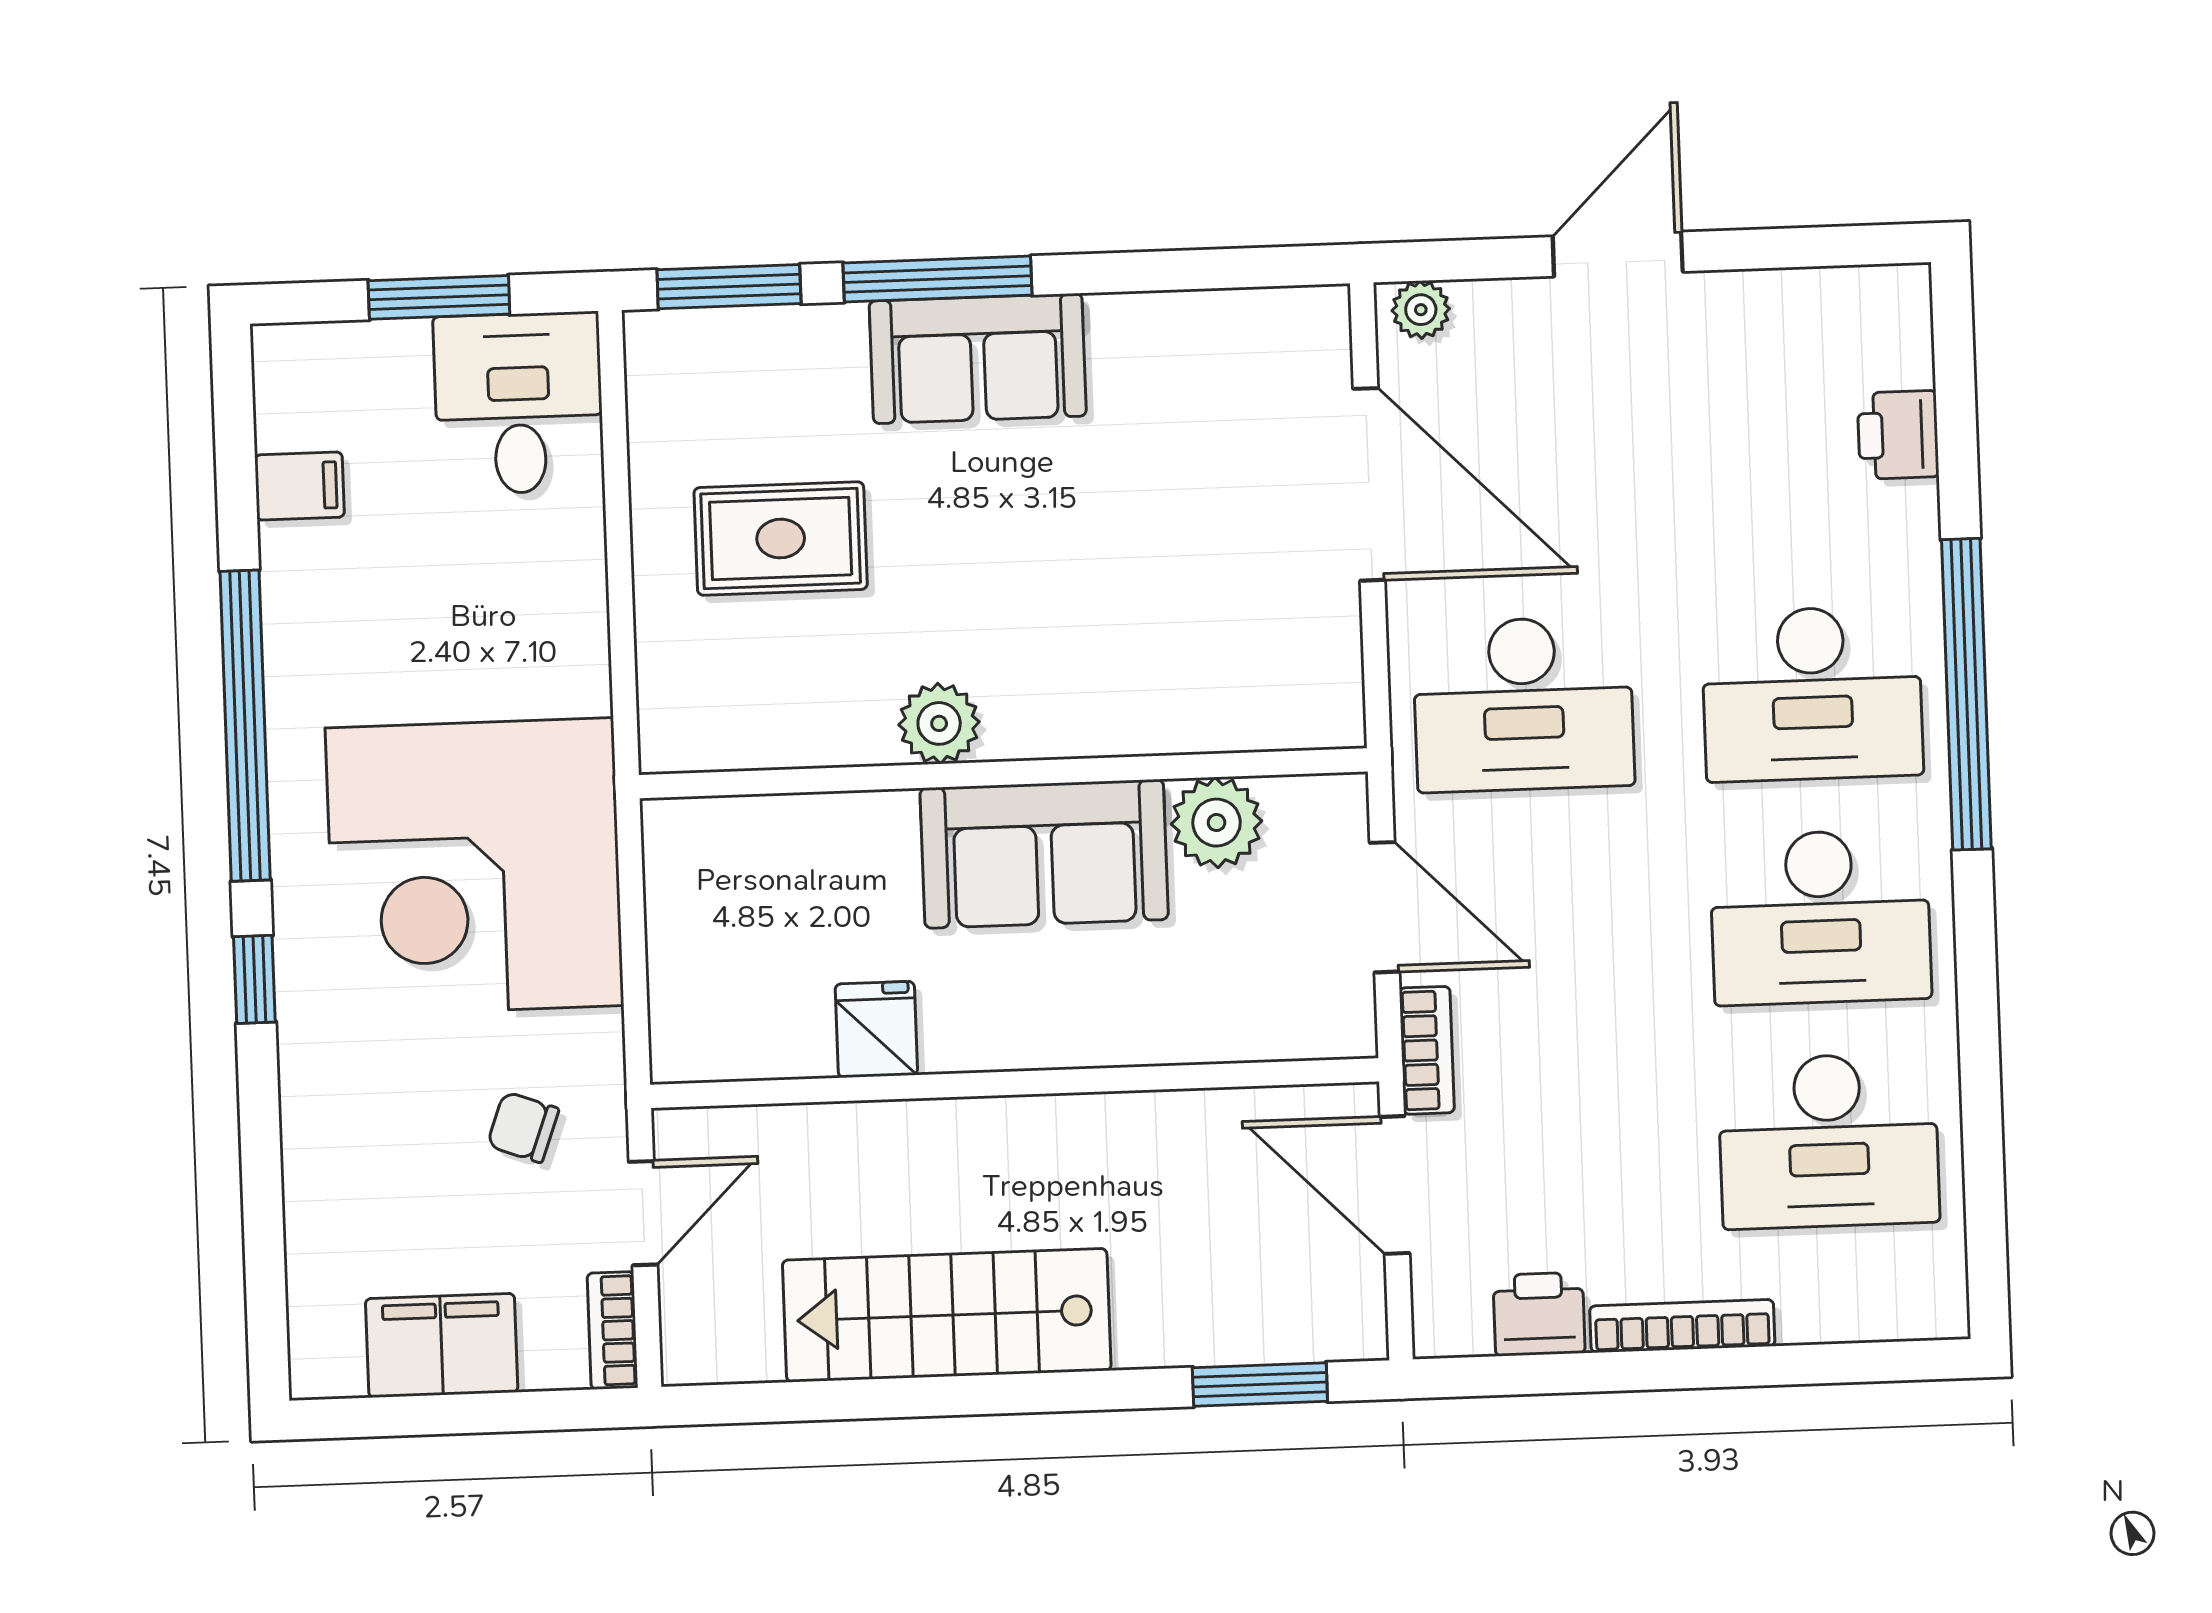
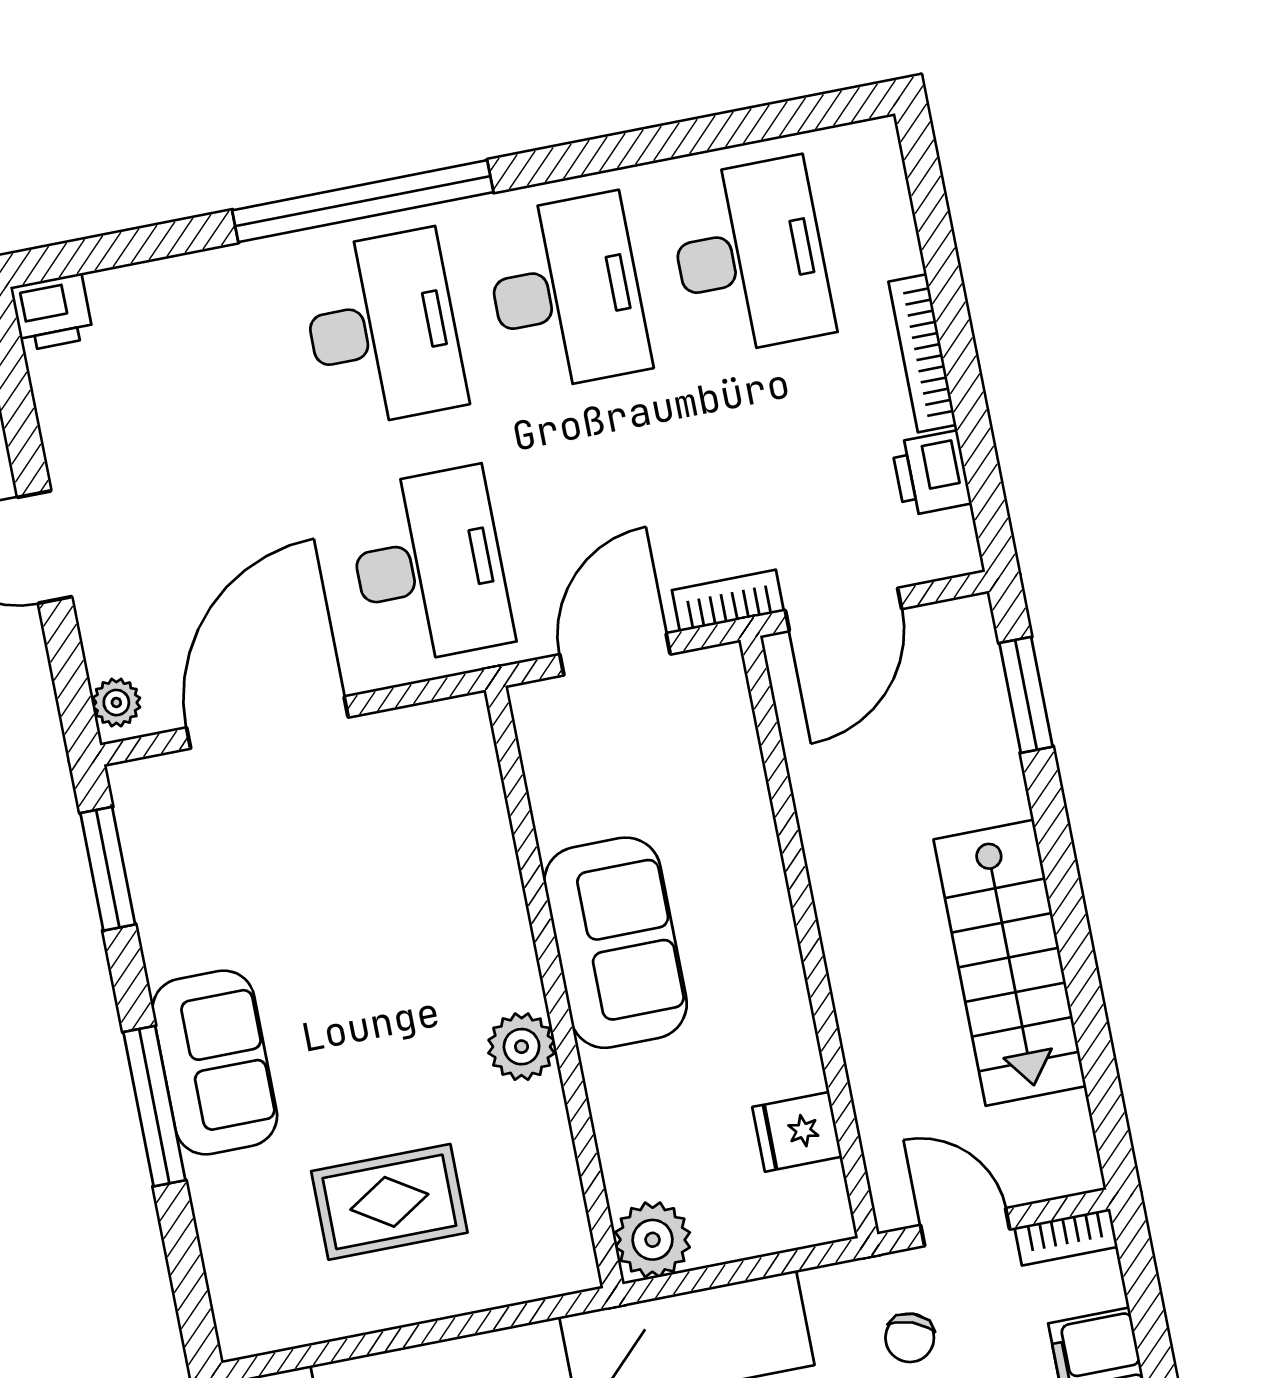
window: (729, 287) -> (108, 869), moved
printer: (1898, 435) -> (52, 312), moved
rug: (781, 539) -> (389, 1202), turned 90
plant: (1217, 823) -> (653, 1240), moved
fridge: (876, 1029) -> (797, 1132), moved

